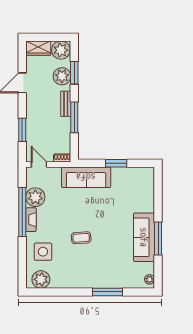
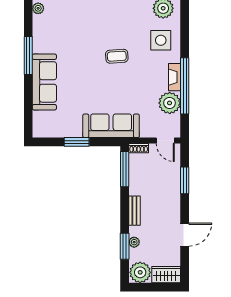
plant: (62, 76) -> (134, 242), width x0.53, depth x0.53
window: (74, 117) -> (125, 169), moved
sofa: (144, 237) -> (44, 82), moved

